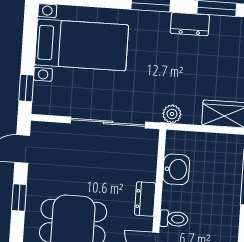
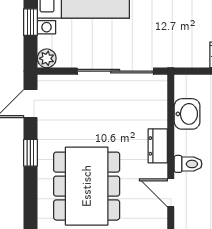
window: (26, 88) -> (30, 22), moved
plant: (172, 114) -> (47, 58), moved

